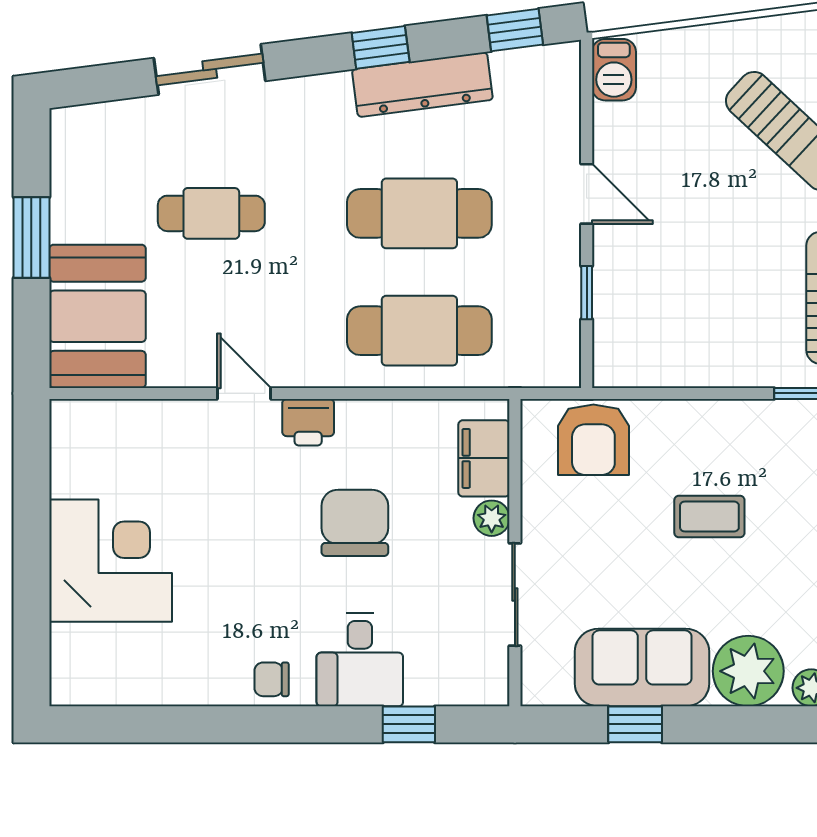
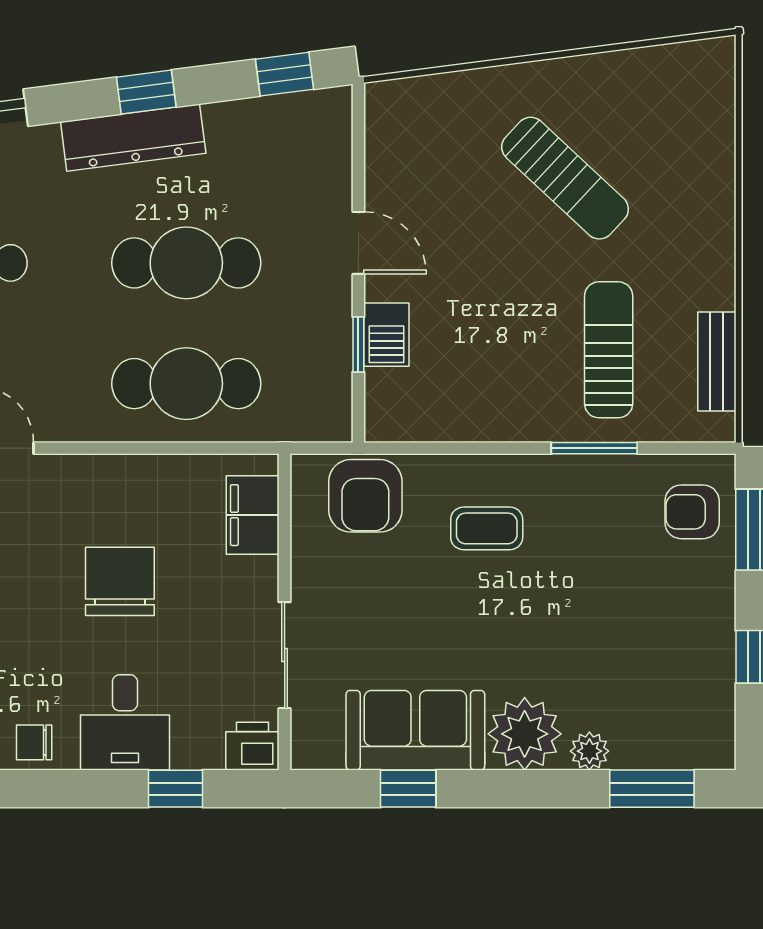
barbecue: (614, 70) -> (386, 335), moved
dresser: (422, 85) -> (133, 138), moved
printer: (308, 422) -> (252, 746), moved, turned 180
coffee table: (709, 516) -> (487, 528), moved
plant: (492, 518) -> (261, 577), removed

